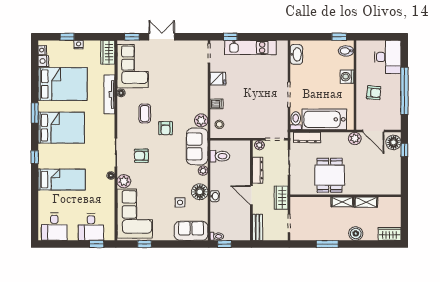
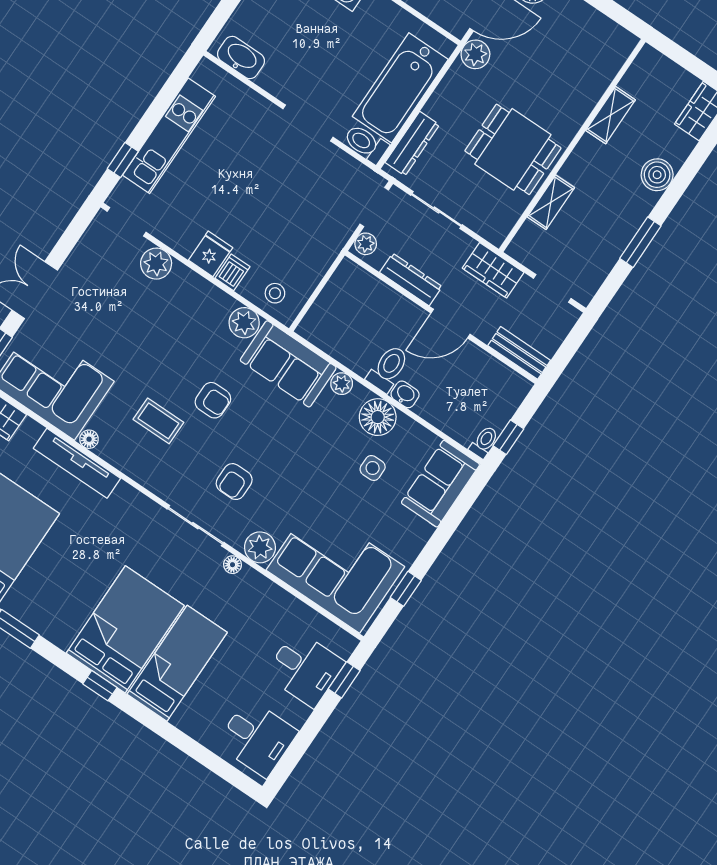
plant: (201, 74) -> (156, 264), added
fridge: (218, 79) -> (211, 254), moved
bed: (61, 128) -> (125, 629), moved
toilet: (220, 156) -> (388, 369), moved
shelving: (342, 202) -> (551, 202), moved

